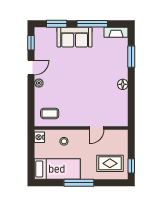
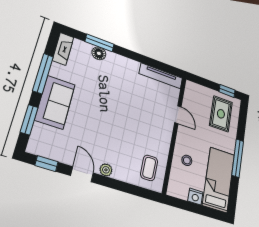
floor lamp: (123, 84) -> (99, 53), moved
tv unit: (123, 109) -> (161, 76), added
nightstand: (39, 137) -> (195, 197), moved

